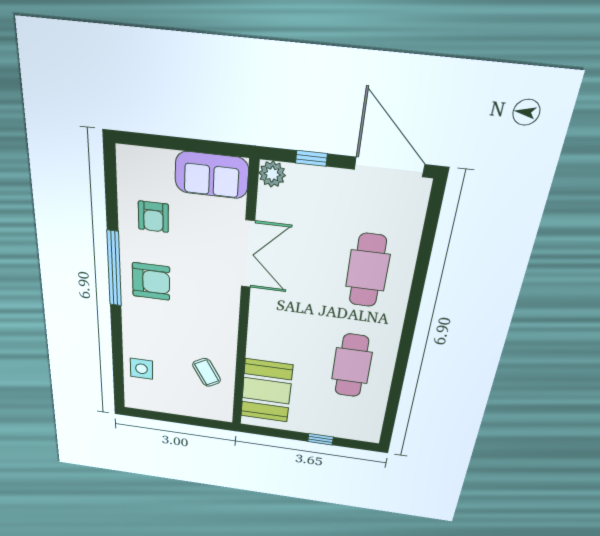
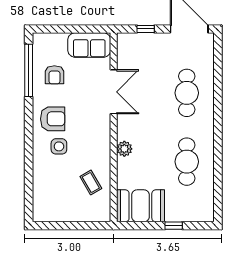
plant: (272, 174) -> (124, 149), moved
window: (114, 269) -> (29, 70), moved
side table: (141, 369) -> (59, 146), moved
booth: (266, 391) -> (140, 206), moved, turned 90

